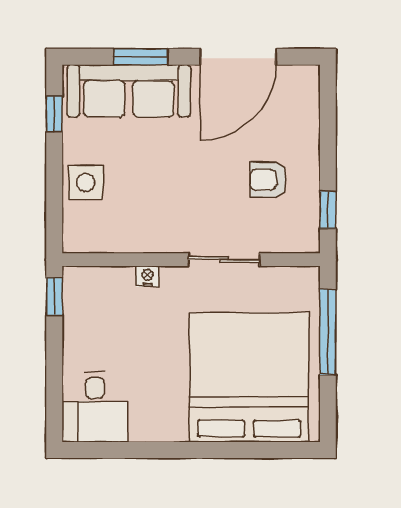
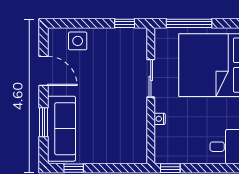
door: (238, 57) -> (44, 71), width x0.73
armchair: (268, 180) -> (109, 55), removed
side table: (86, 183) -> (78, 41), moved

